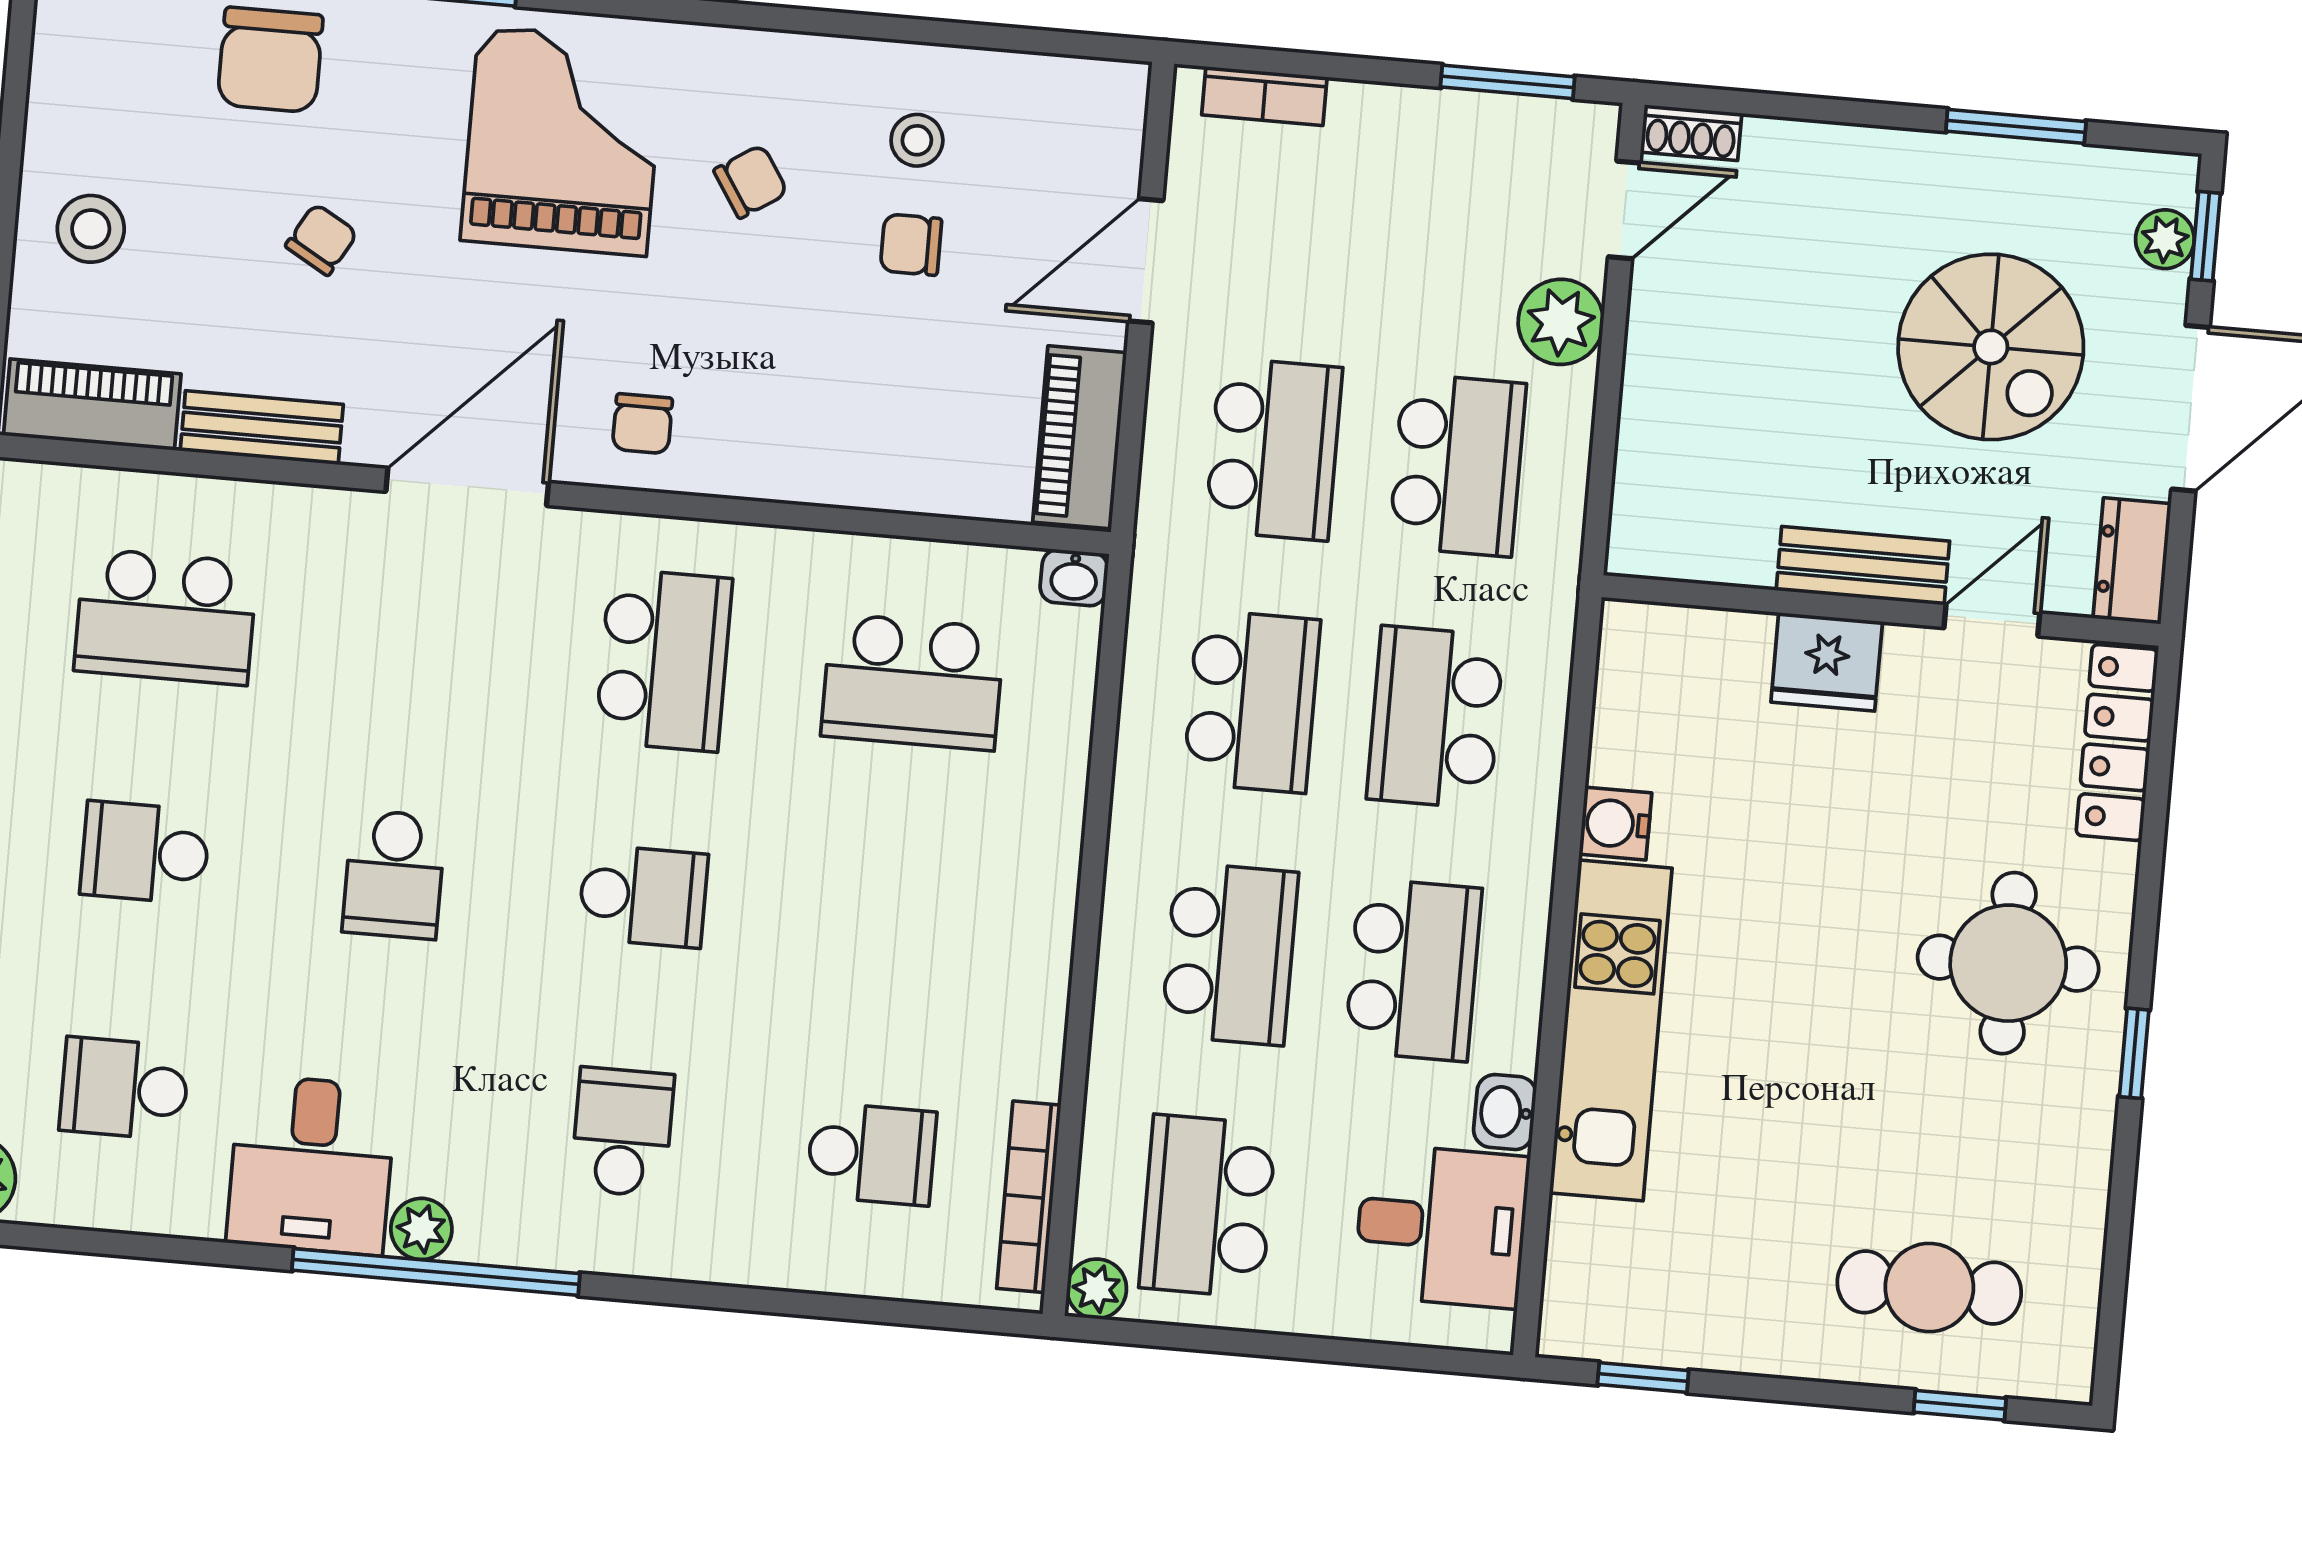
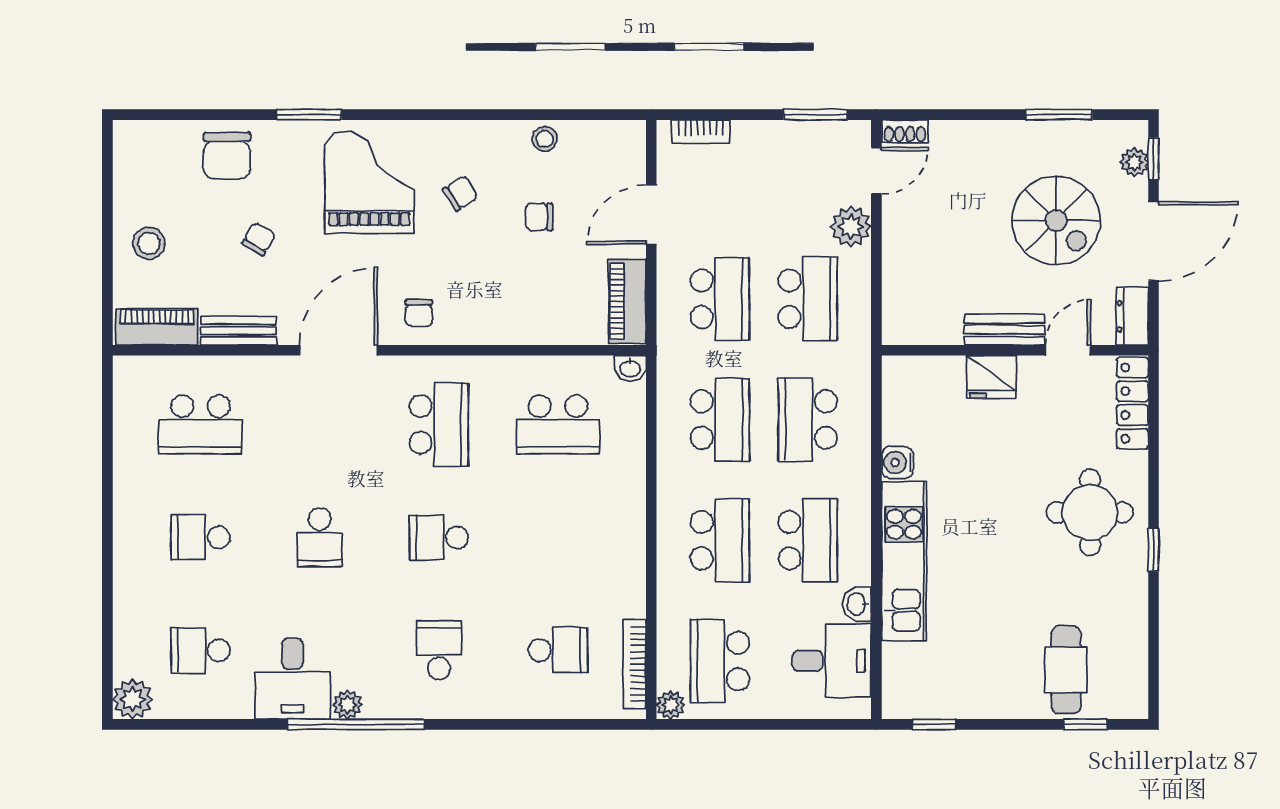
stool: (917, 140) -> (545, 139), moved
school desk: (643, 896) -> (439, 537), turned 180
cafe table: (1929, 1287) -> (1066, 670), turned 90

